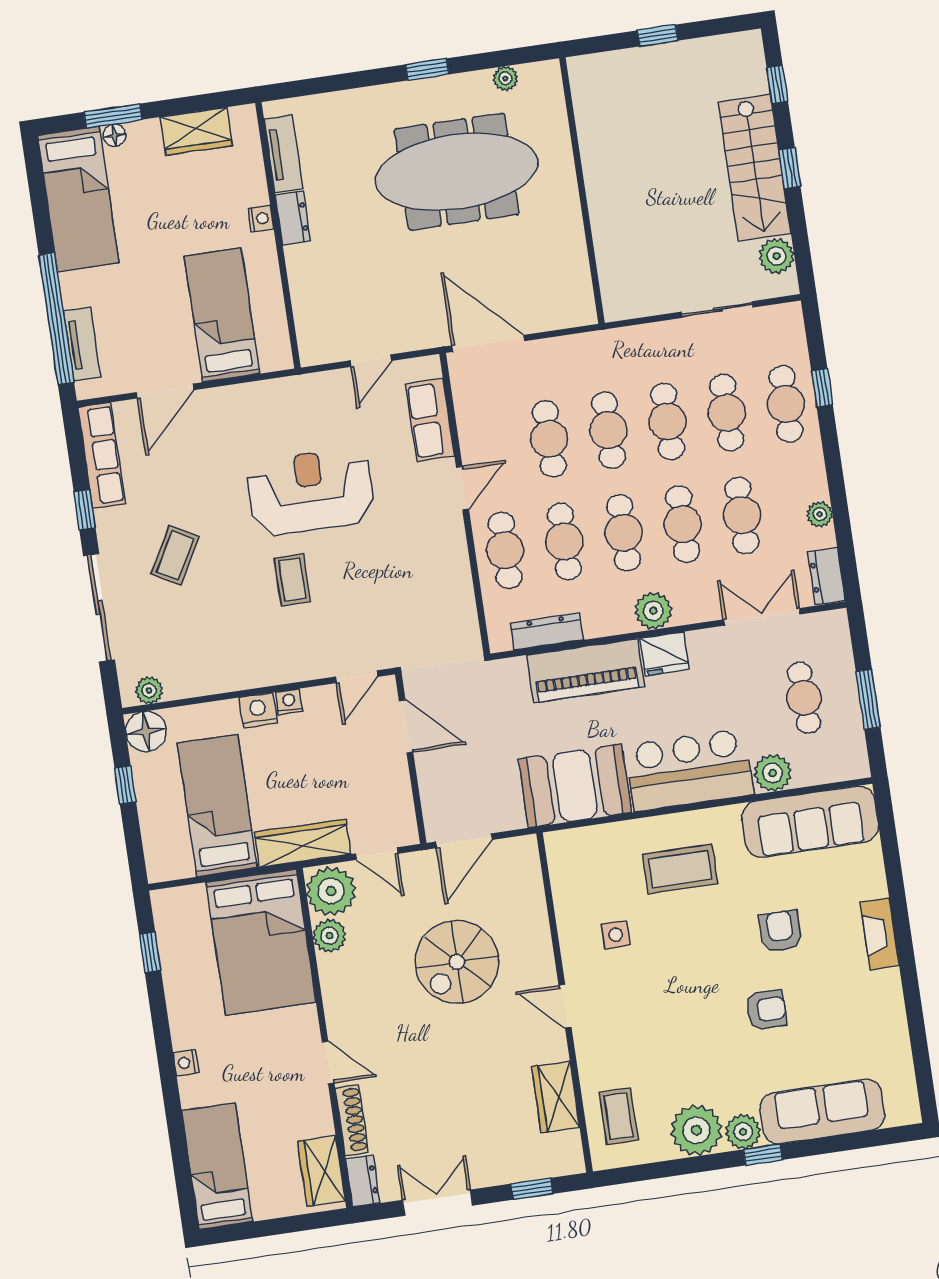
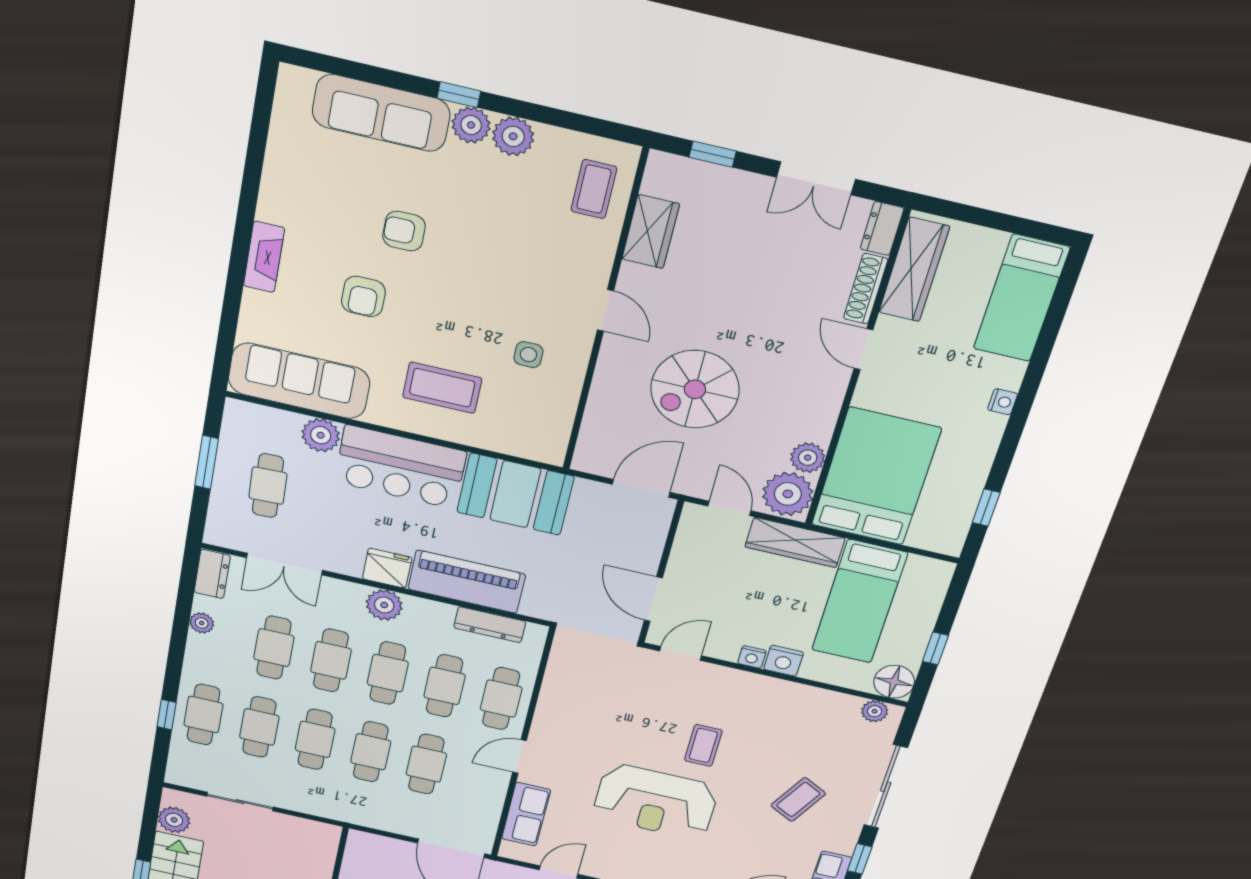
spiral stairs: (457, 962) -> (695, 389), turned 180
plant: (696, 1130) -> (513, 136), width x0.73, depth x0.73
wardrobe: (321, 1171) -> (914, 270), width x1.50

